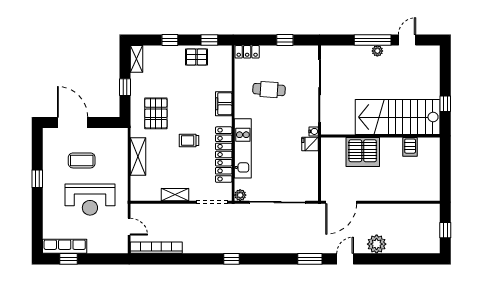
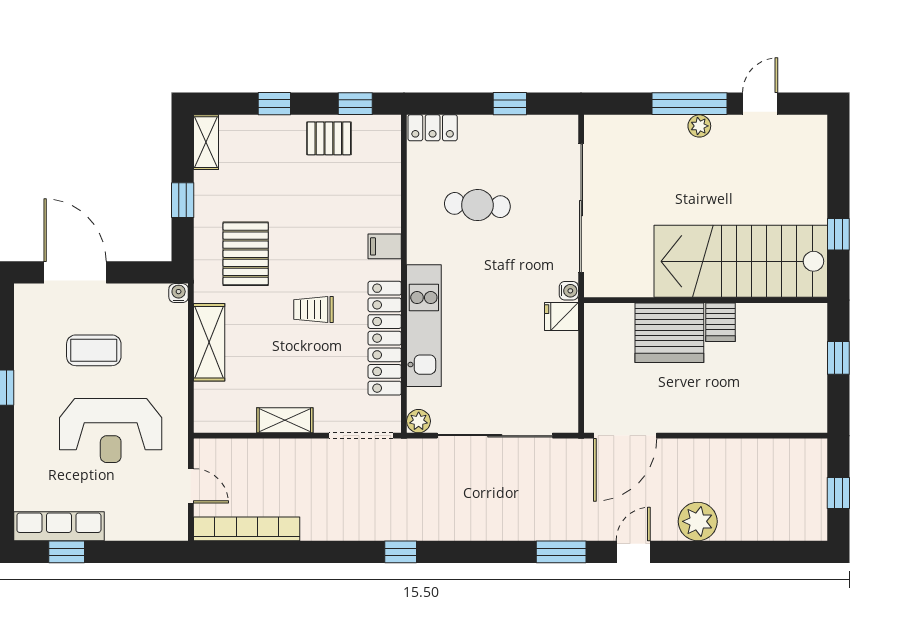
filing cabinet: (224, 104) -> (385, 246), width x0.50
water cooler: (123, 133) -> (179, 293), added
server rack: (410, 147) -> (720, 322), moved
window: (445, 164) -> (838, 358), added

